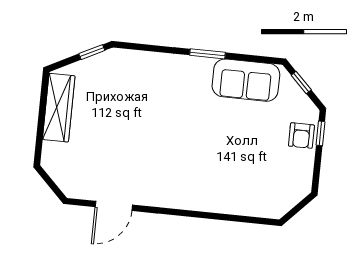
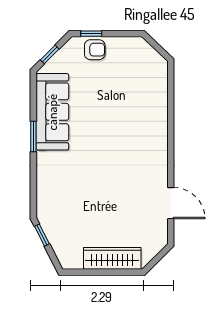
sofa: (246, 80) -> (52, 112), width x1.36
wardrobe: (59, 108) -> (112, 258), moved

